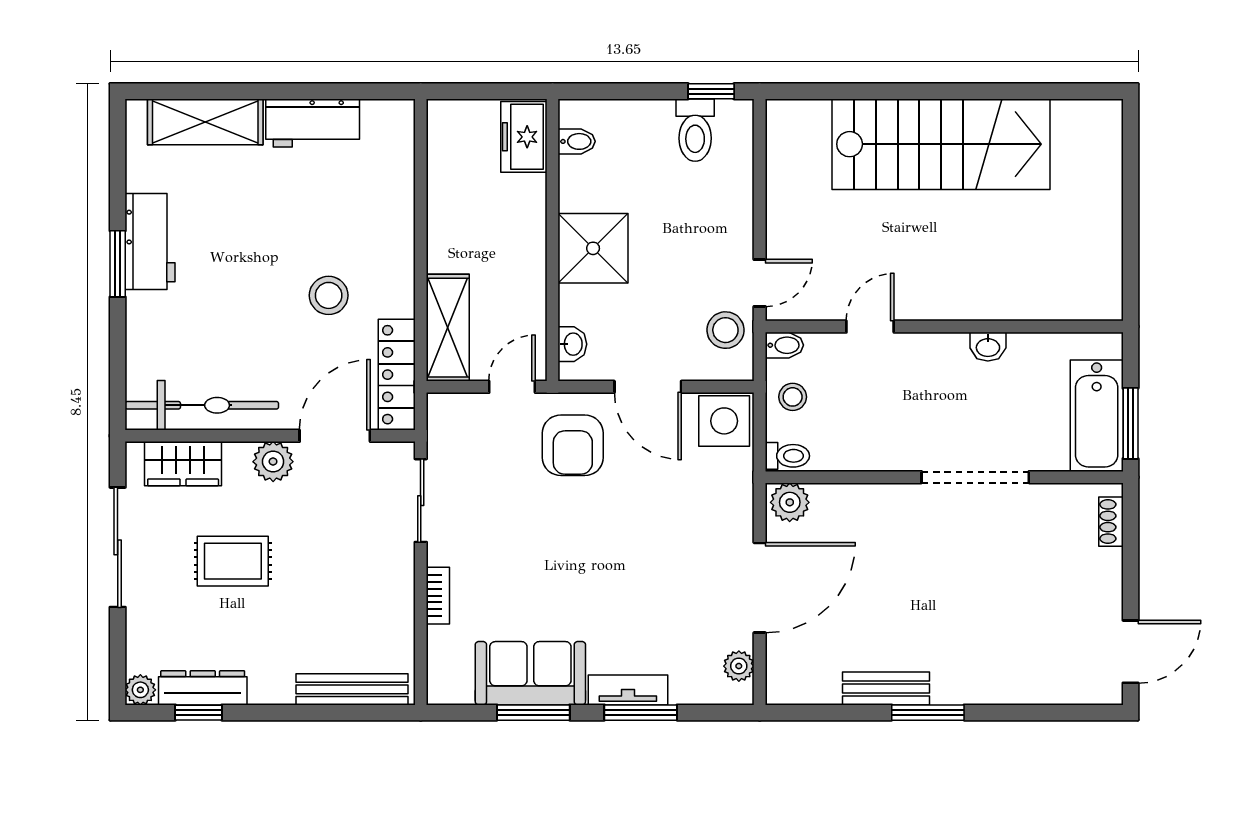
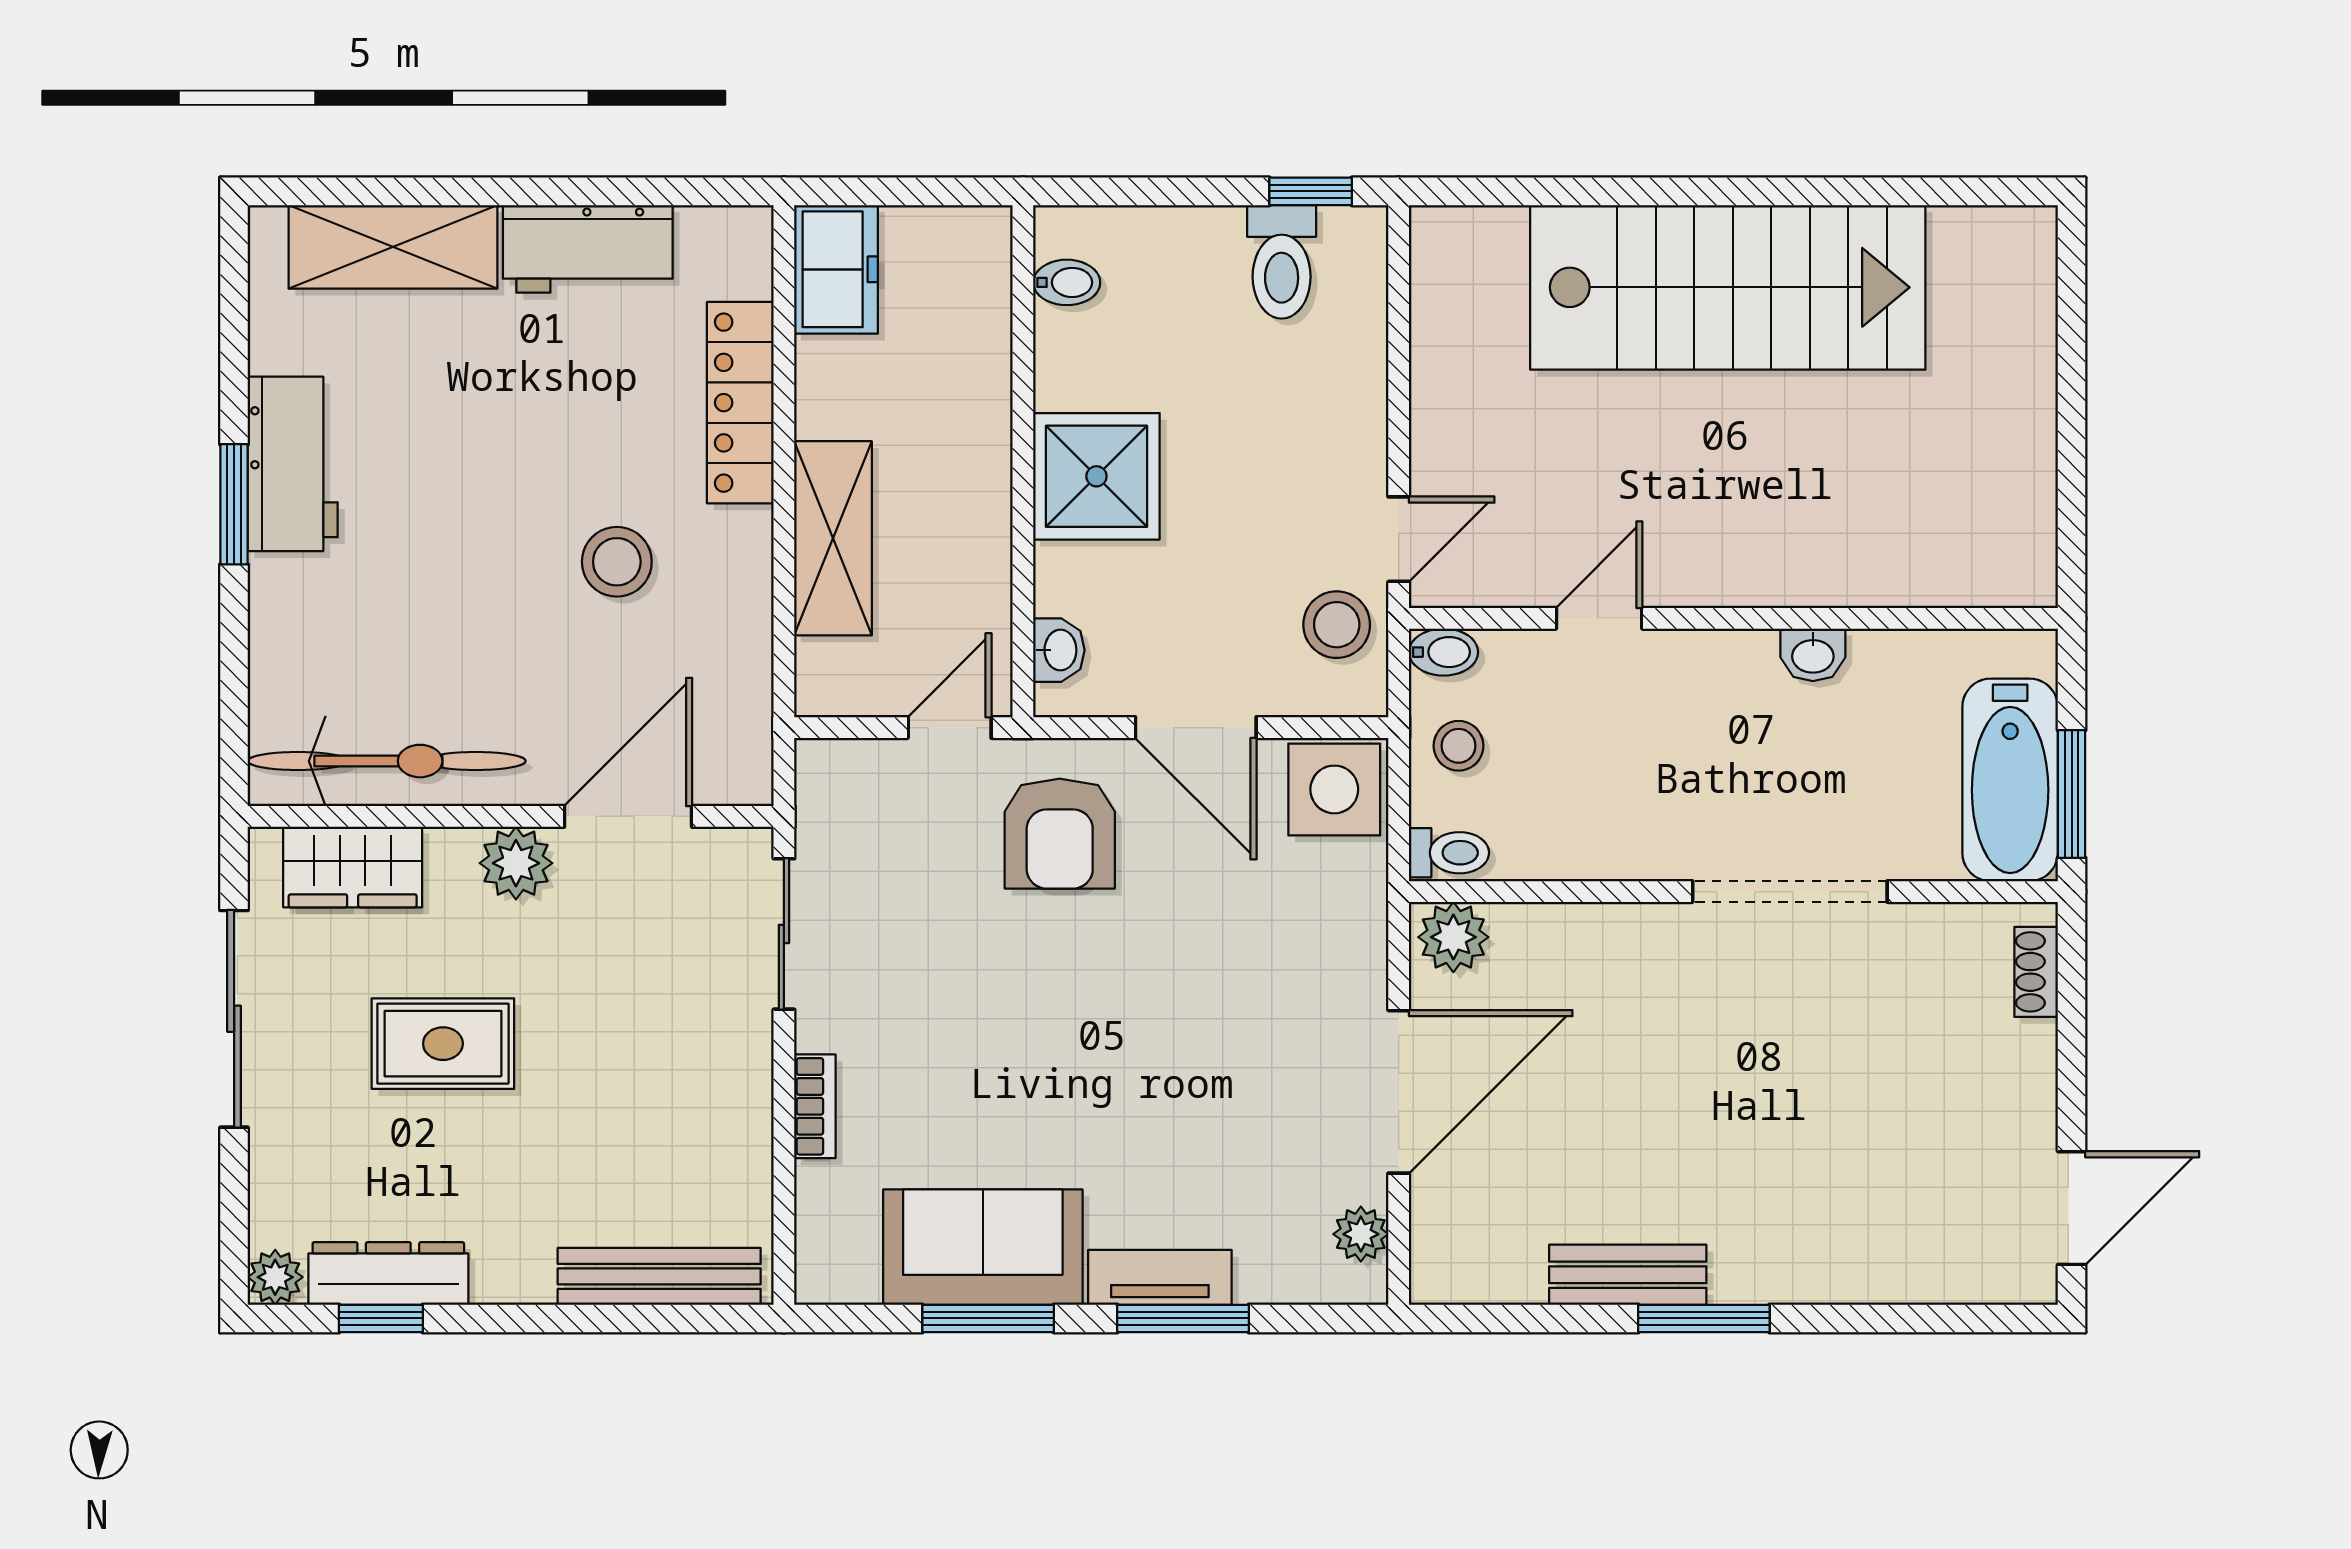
freezer: (524, 137) -> (836, 269), moved, turned 180
shelving: (448, 328) -> (833, 538), moved
locker: (397, 375) -> (740, 403), moved

